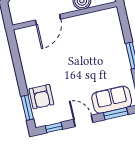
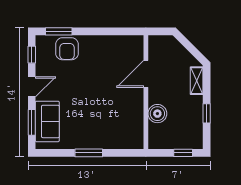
door: (48, 20) -> (146, 74), hinge flipped
armchair: (41, 97) -> (67, 49), turned -90

